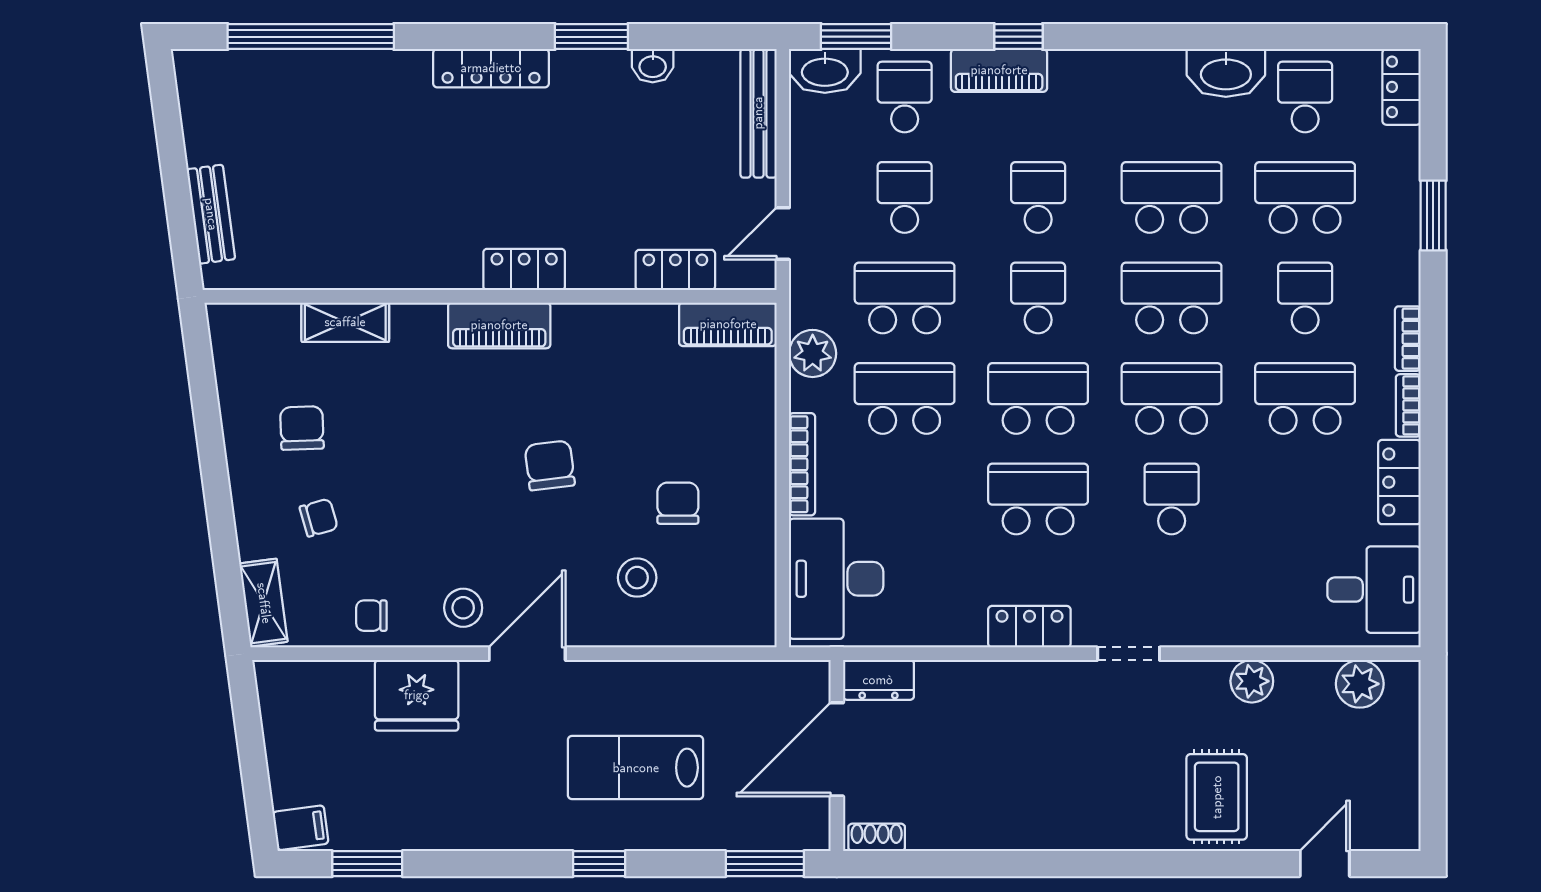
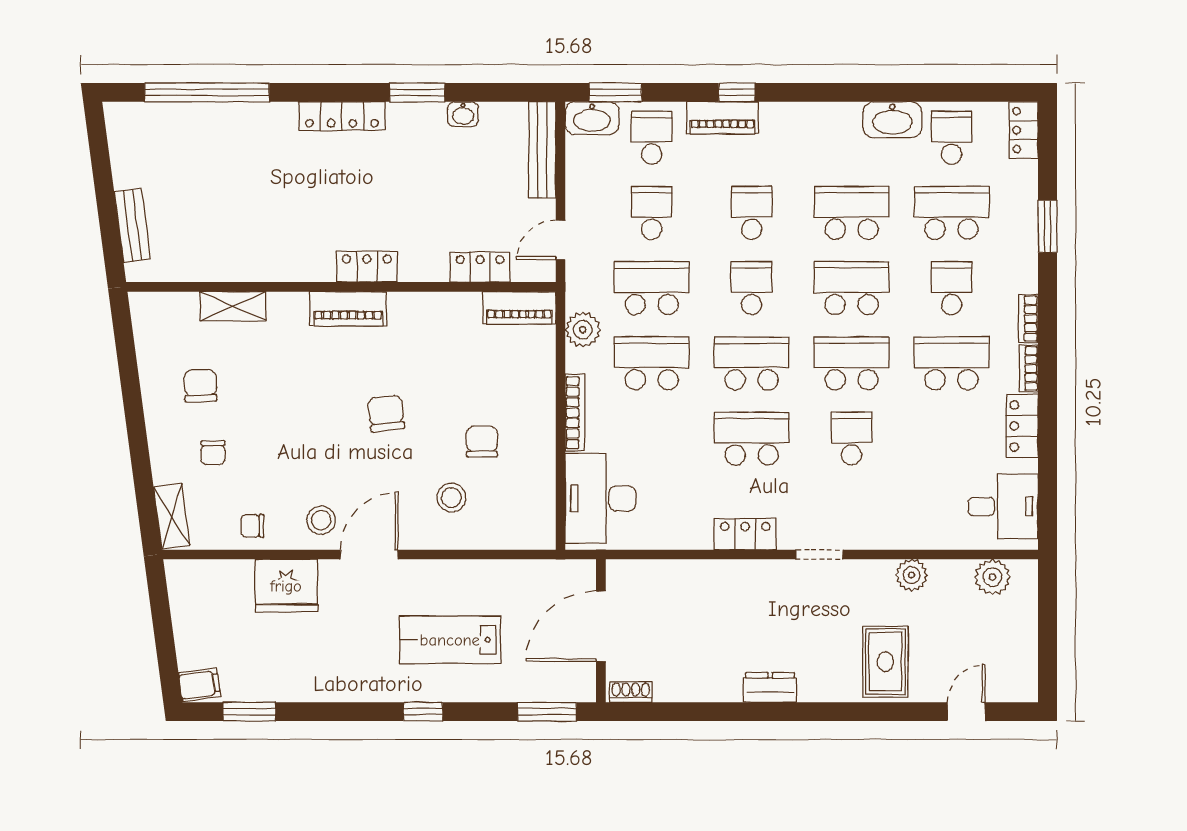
chair: (319, 518) -> (213, 453), turned 106
dresser: (878, 680) -> (770, 687), moved, turned 180

